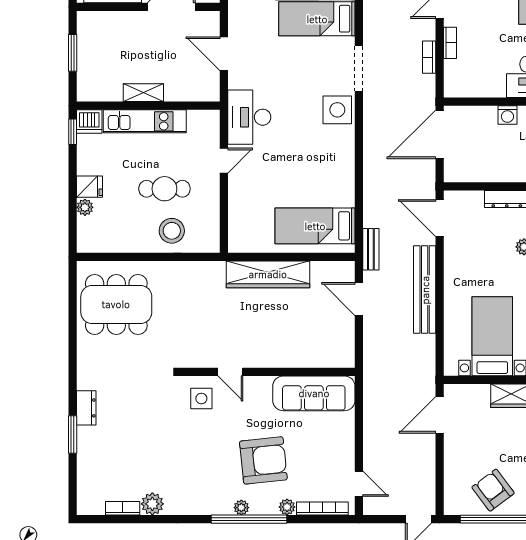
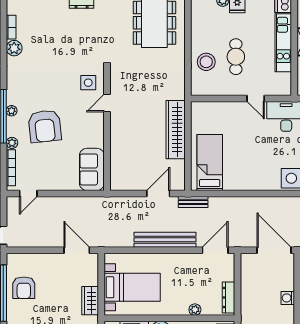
sofa: (314, 393) -> (92, 169), width x0.73
armchair: (493, 490) -> (24, 288), turned 127

